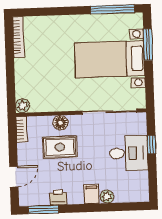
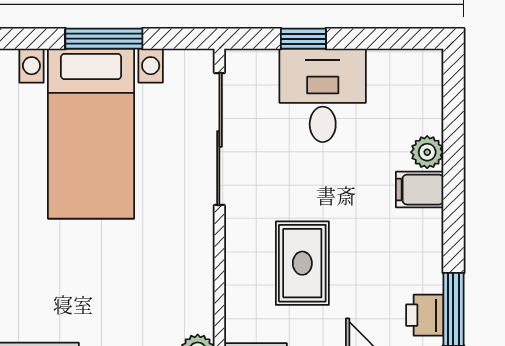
window: (148, 44) -> (104, 39), moved
floor lamp: (60, 123) -> (242, 260), removed
printer: (58, 197) -> (425, 315), moved

